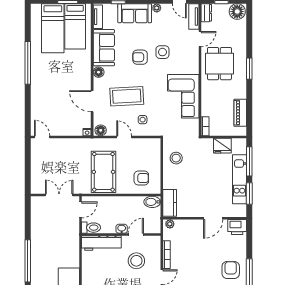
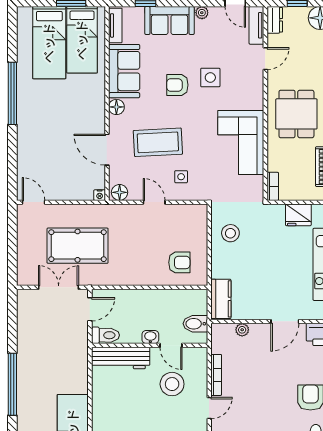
dining table: (219, 64) -> (296, 114), moved
pool table: (103, 172) -> (78, 246), moved, turned 90
bidet: (152, 202) -> (195, 324), moved
plant: (170, 224) -> (242, 330), moved
door: (136, 234) -> (171, 345), swing flipped

